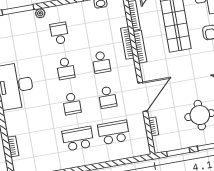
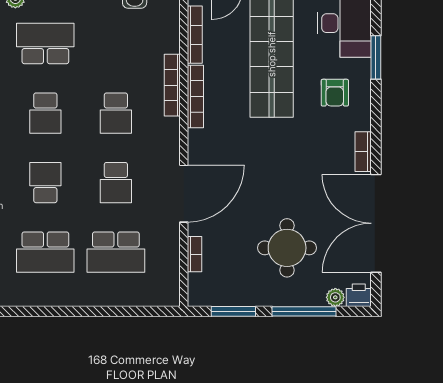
school desk: (59, 33) -> (45, 44), width x1.85
school desk: (72, 104) -> (45, 183), turned 180
school desk: (114, 132) -> (116, 252), turned 180
school desk: (78, 139) -> (45, 252), turned 180

